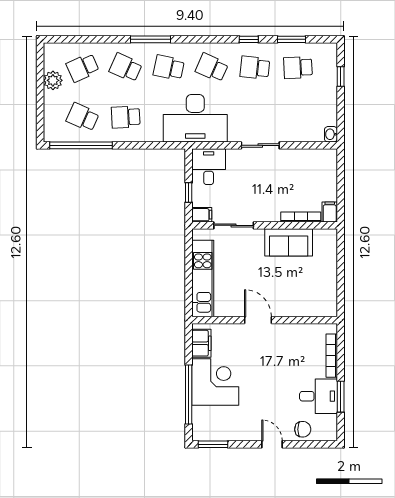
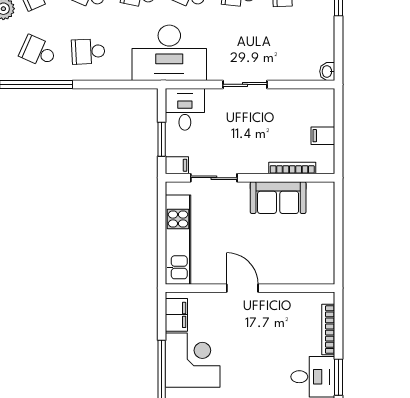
window: (189, 192) -> (162, 139), width x1.50
filing cabinet: (330, 212) -> (323, 136), moved, turned -90

